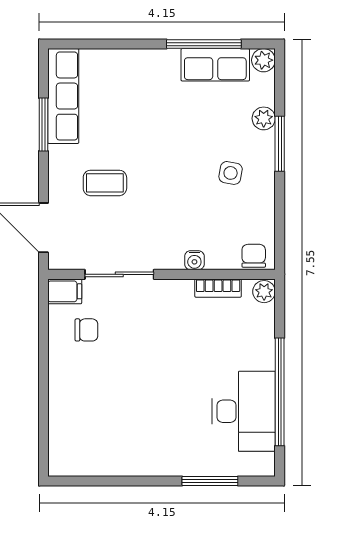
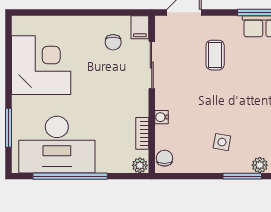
chair: (254, 256) -> (165, 158), turned -90
desk: (244, 411) -> (57, 145), width x1.36, depth x1.30
corner desk: (119, 434) -> (41, 65), added

